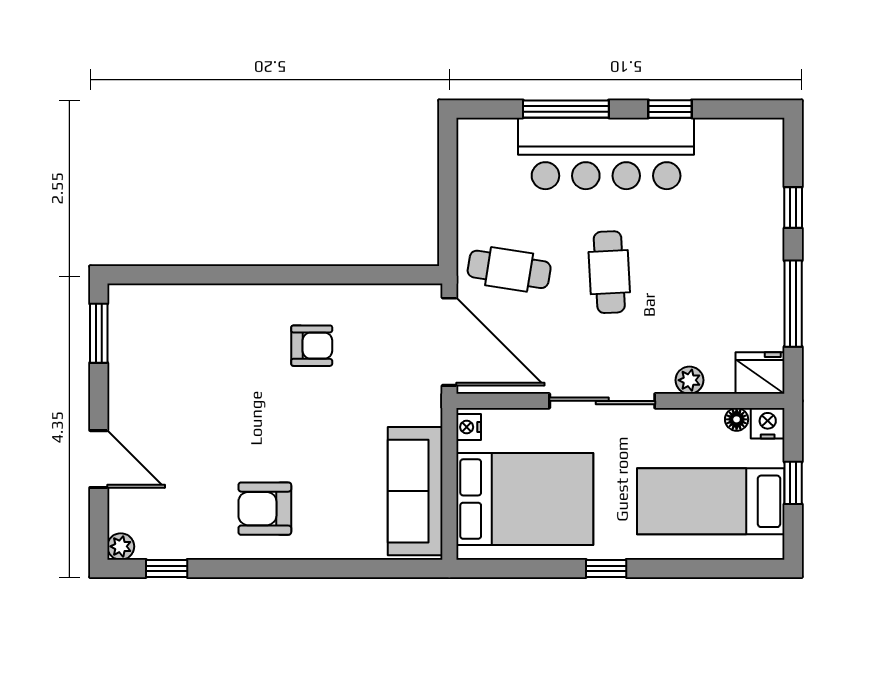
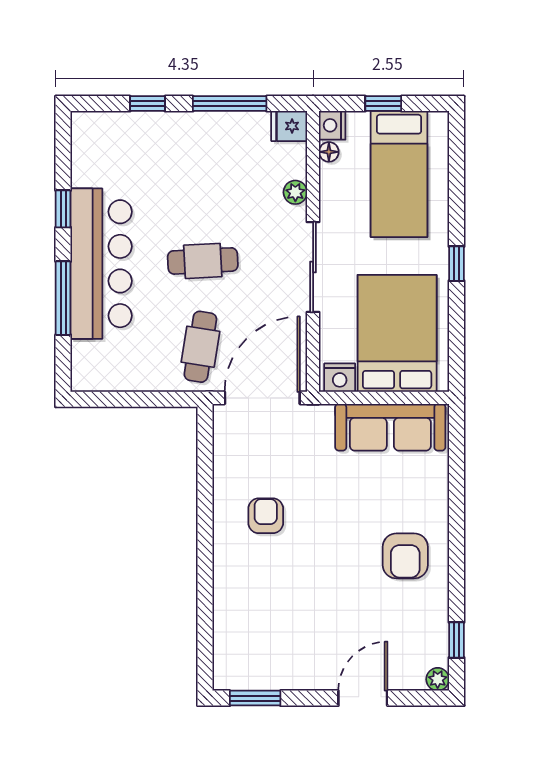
fridge: (760, 373) -> (289, 126), width x0.72
nightstand: (469, 427) -> (340, 378), width x1.39, depth x1.35

